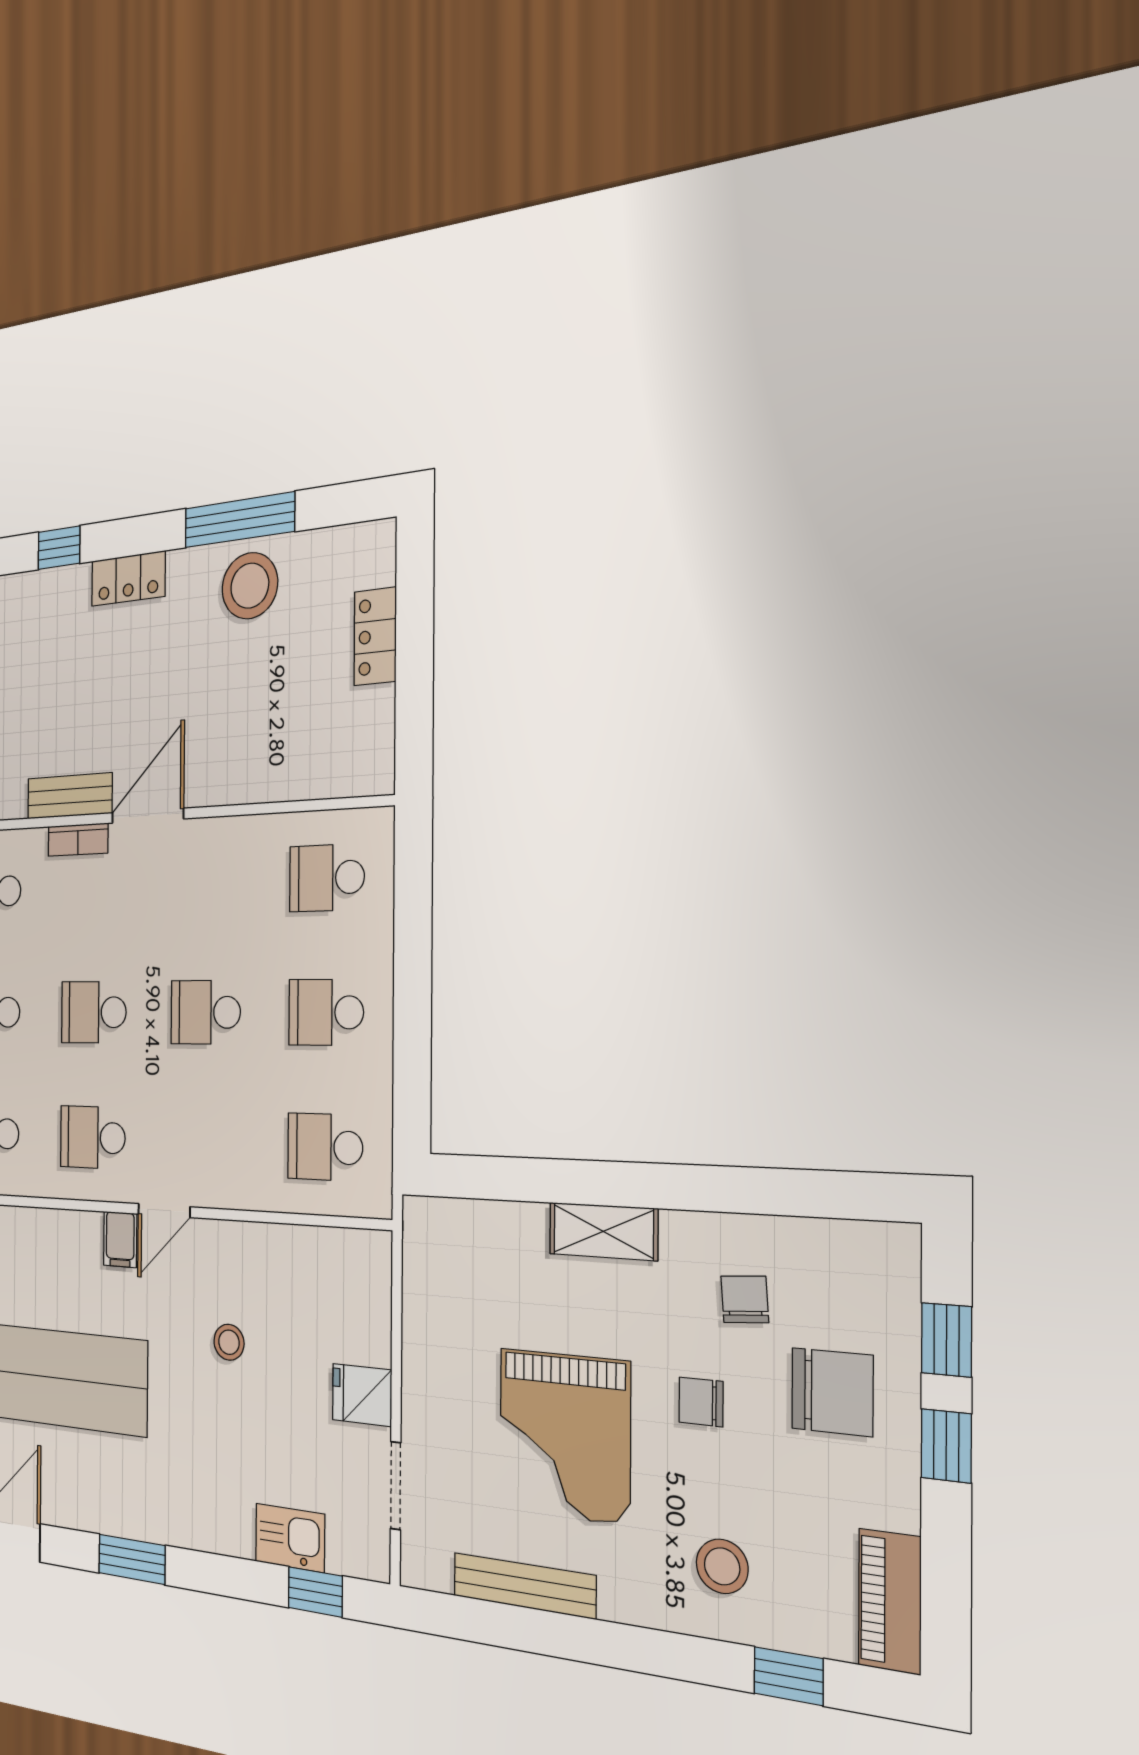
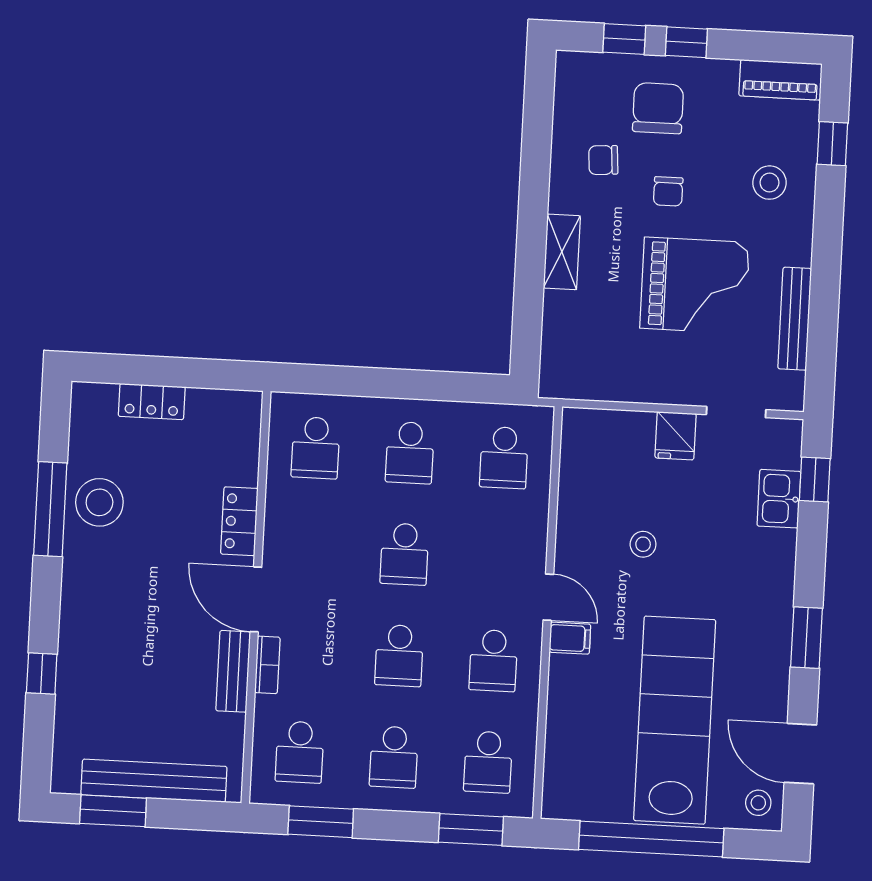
locker: (128, 579) -> (239, 521), moved, turned 180

